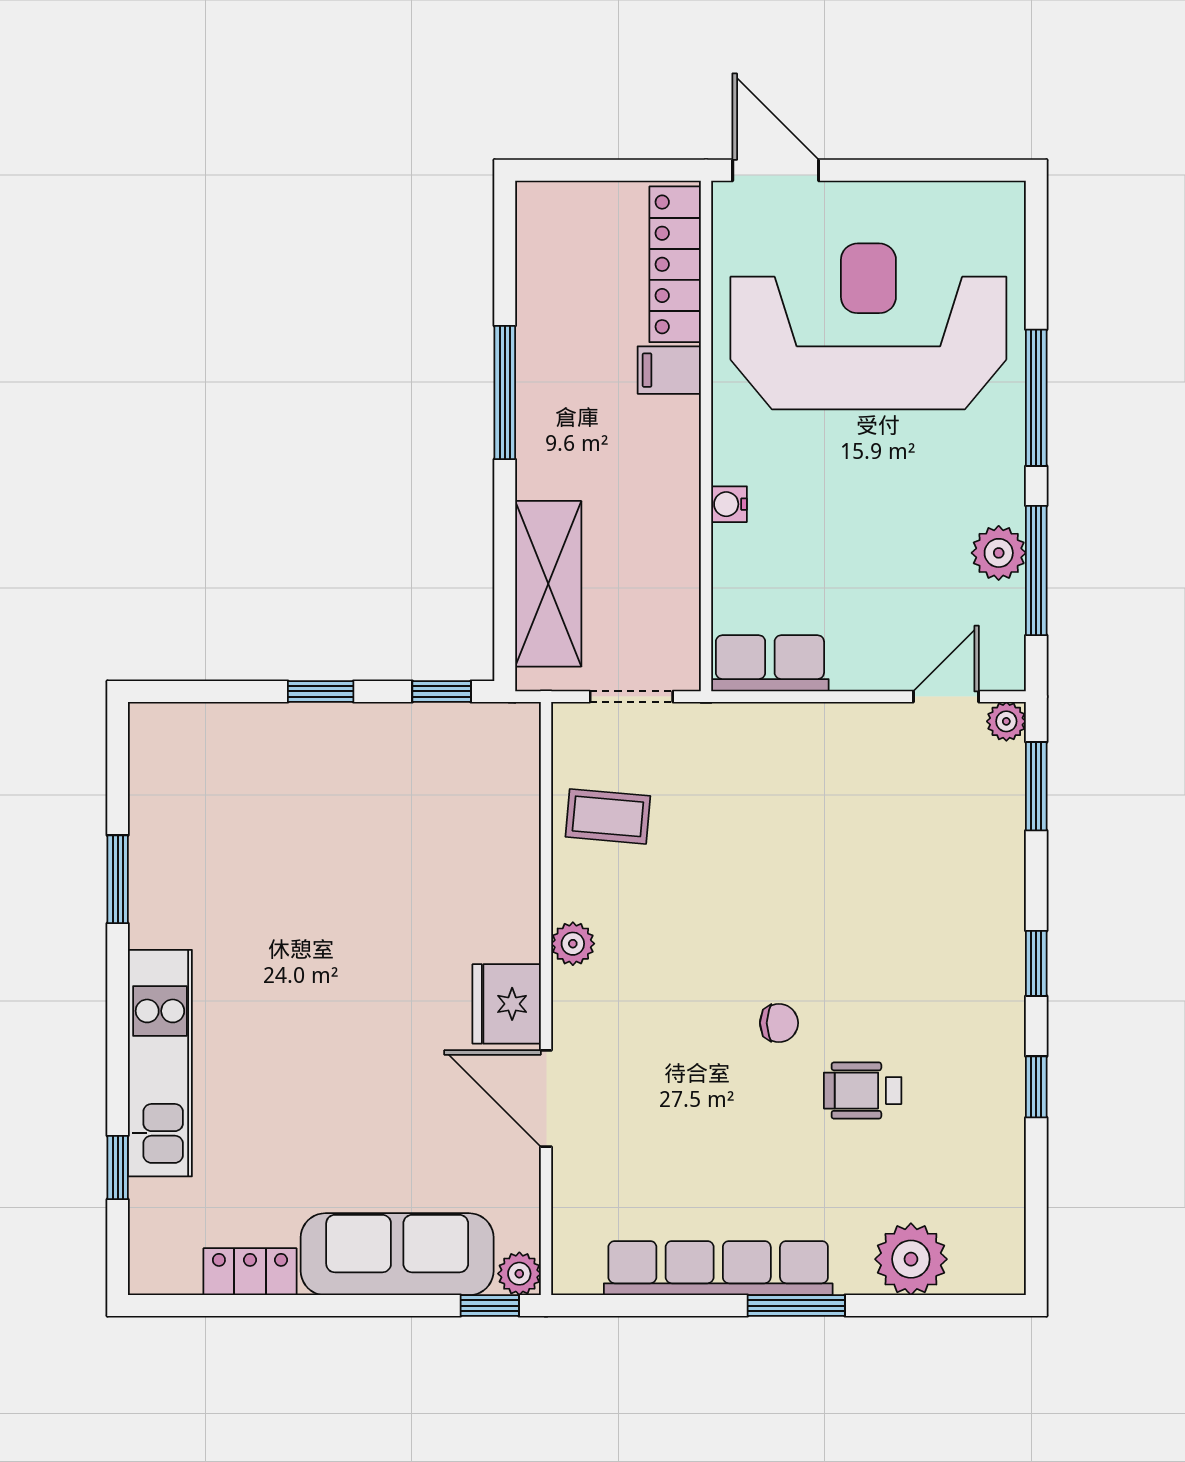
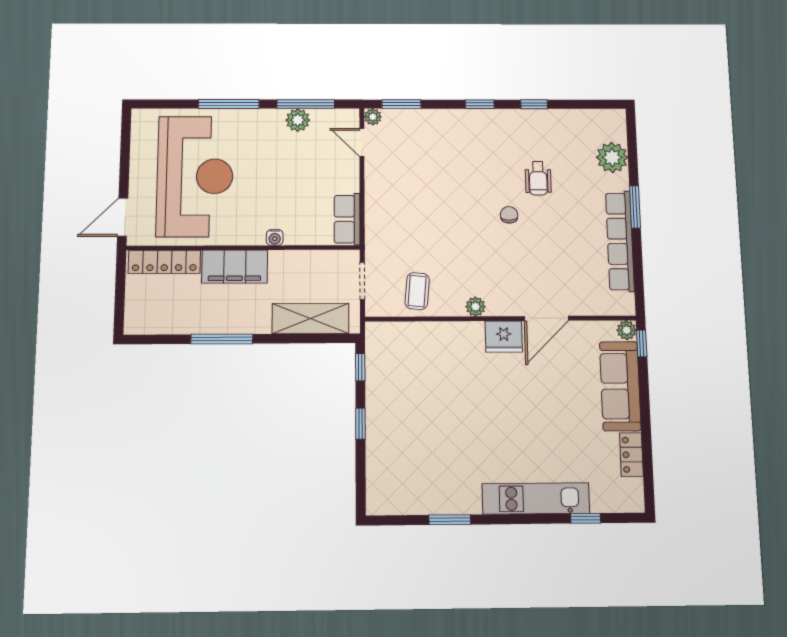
reception desk: (868, 326) -> (195, 176), turned 180
filing cabinet: (669, 370) -> (235, 267), width x3.00, depth x1.17

